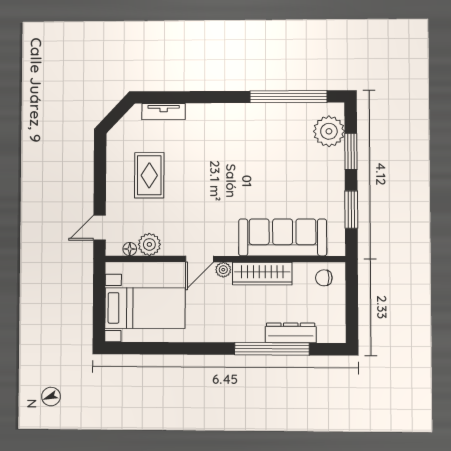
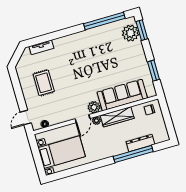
window: (351, 151) -> (142, 30), moved
plant: (149, 244) -> (94, 107), moved

